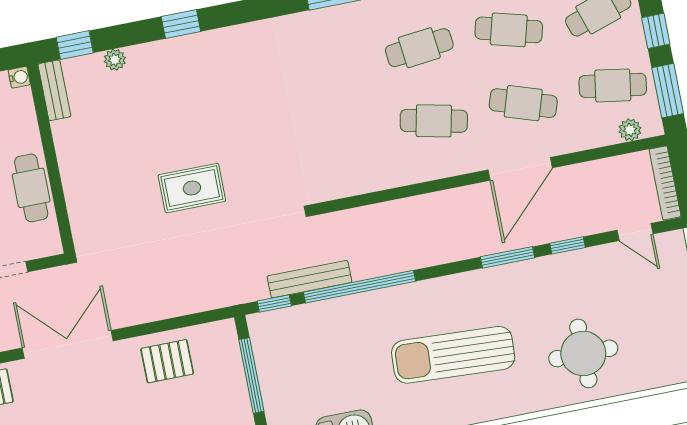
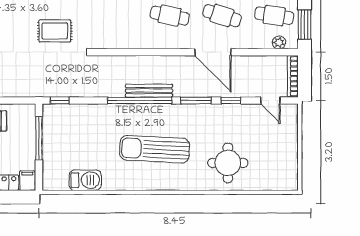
door: (520, 169) -> (213, 52), hinge flipped
rug: (192, 188) -> (55, 31), moved
bench: (309, 279) -> (149, 91), moved
window: (359, 287) -> (140, 100), moved

